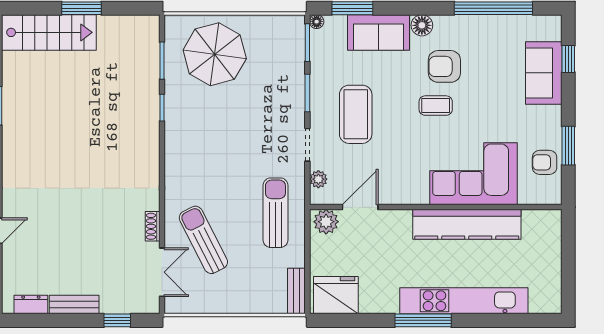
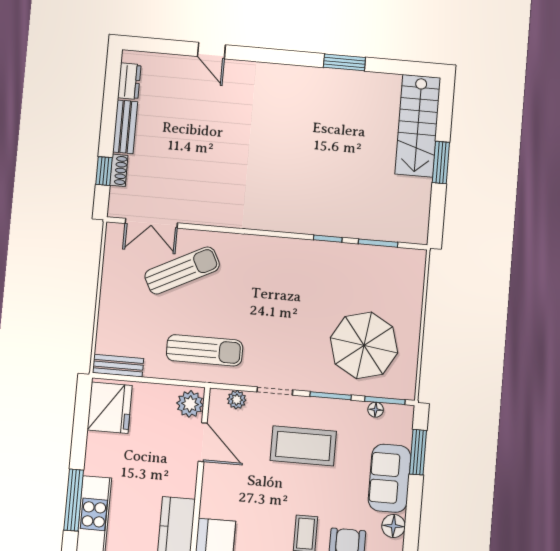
floor lamp: (317, 22) -> (376, 410), moved
parasol: (215, 54) -> (364, 345), moved
shoe rack: (153, 226) -> (119, 170), moved, turned 90

